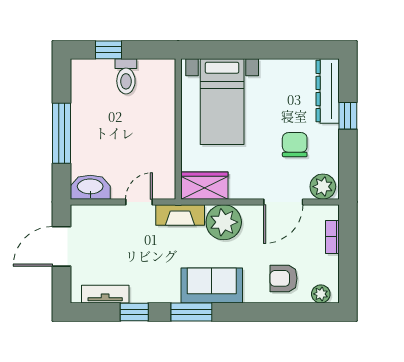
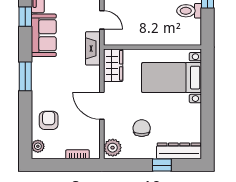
chair: (295, 145) -> (142, 128), turned -90
door: (283, 202) -> (102, 106), moved
plant: (224, 222) -> (88, 79), removed
sofa: (212, 285) -> (44, 35), moved
window: (191, 312) -> (25, 76), moved

